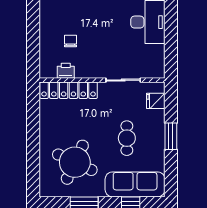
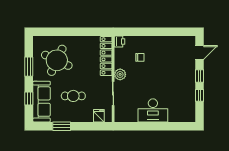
plant: (95, 70) -> (120, 74), added
printer: (66, 71) -> (120, 42), moved
window: (171, 136) -> (62, 126), moved

